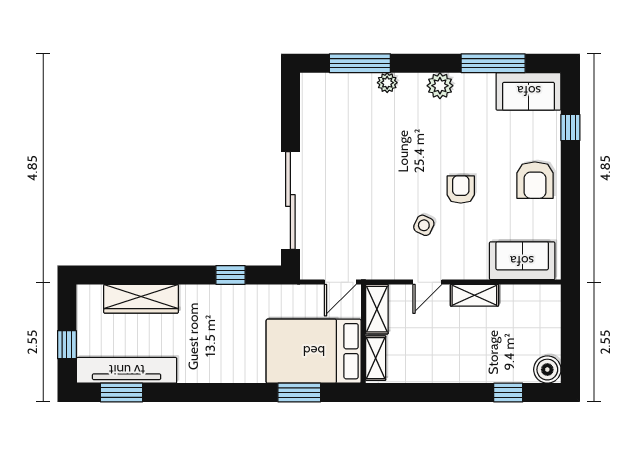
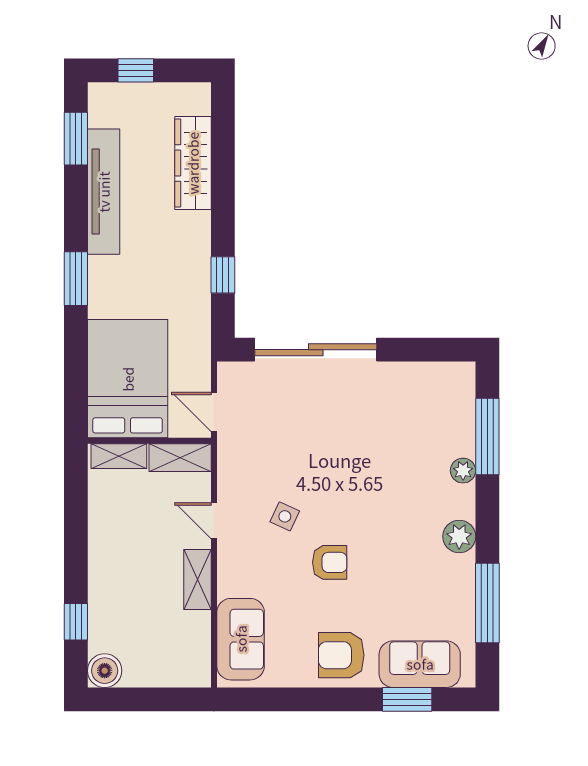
sofa: (529, 91) -> (420, 664), moved, turned 90
window: (570, 127) -> (407, 699), width x1.50
tv unit: (127, 370) -> (104, 192), moved
window: (299, 393) -> (76, 279), moved

